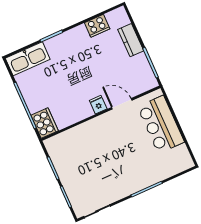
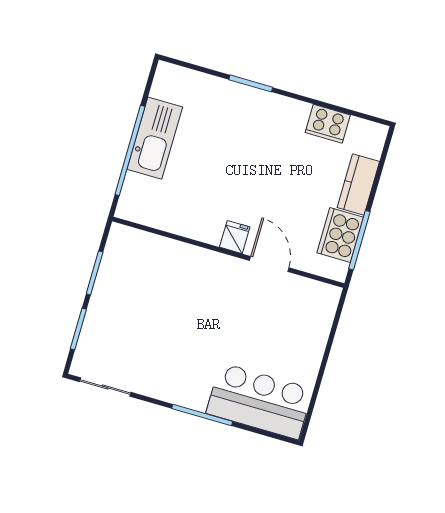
kitchen sink: (28, 59) -> (155, 138), moved, turned -90
cooker: (45, 123) -> (340, 235), moved, turned 180
bar counter: (161, 124) -> (259, 401), moved, turned 90

